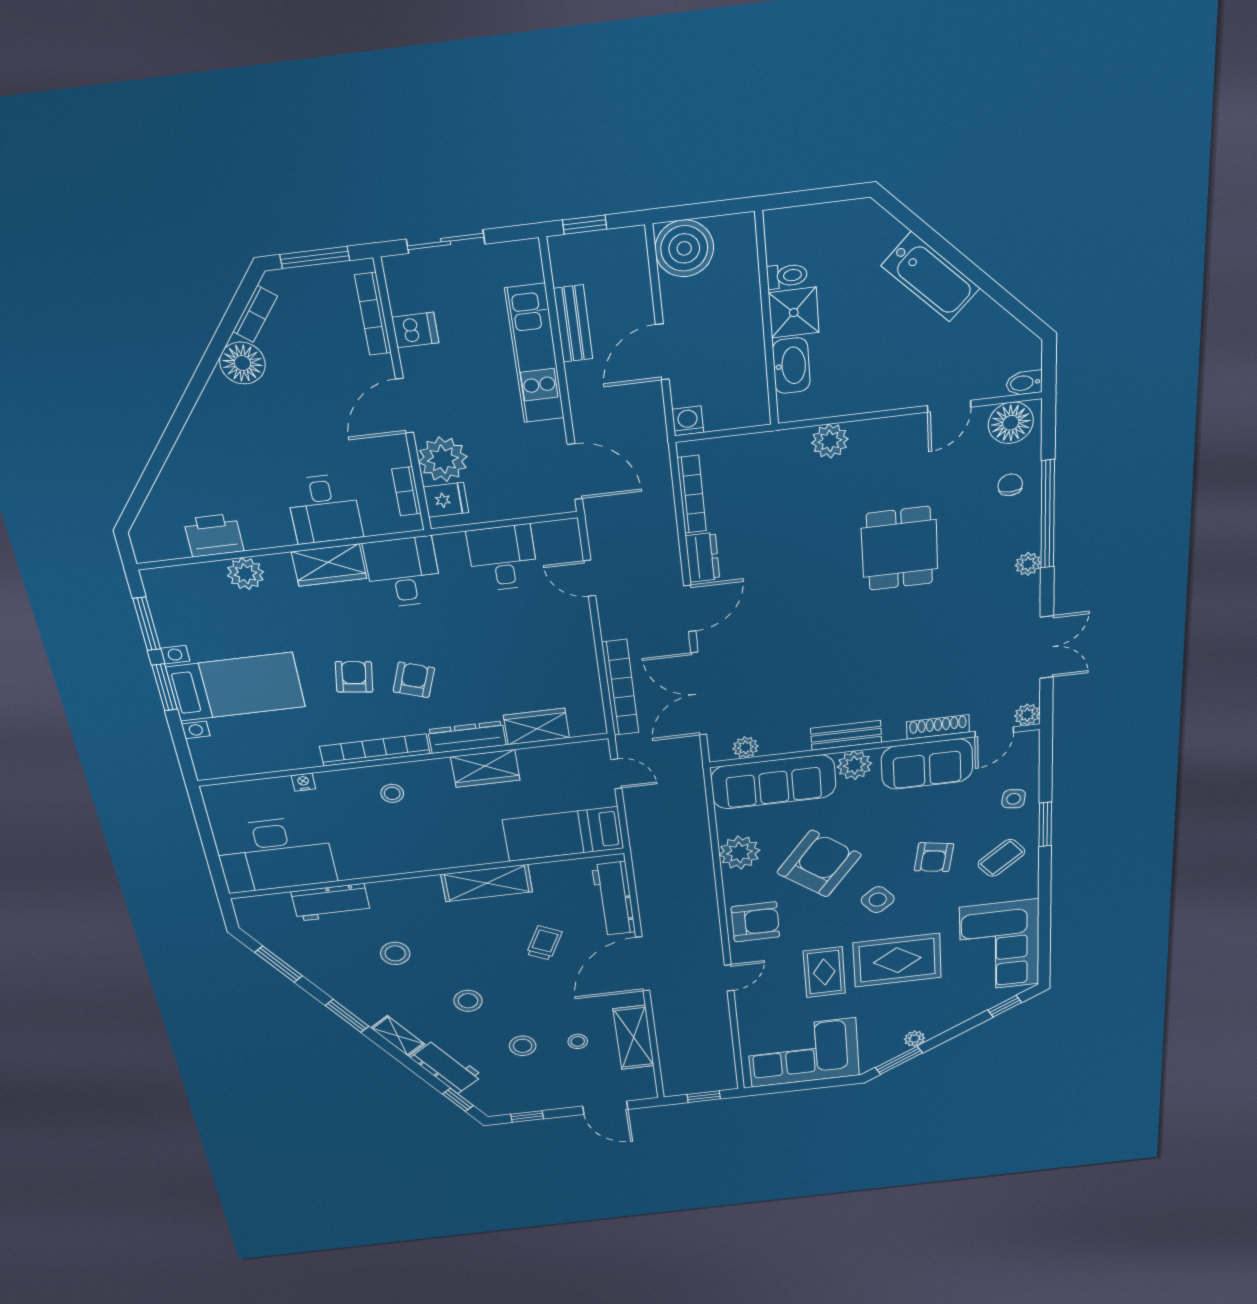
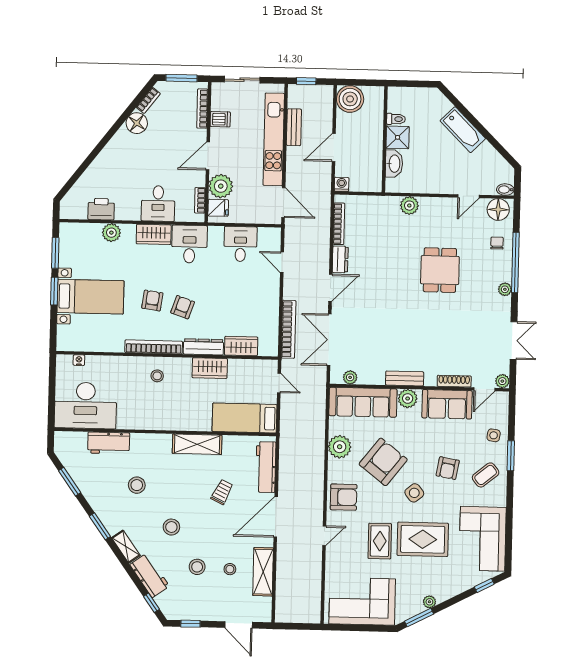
kitchen unit: (535, 354) -> (274, 139), width x1.36
nightstand: (303, 782) -> (79, 360), moved
window: (704, 1097) -> (299, 626), removed

